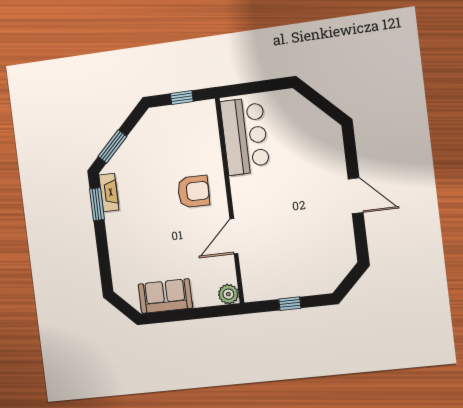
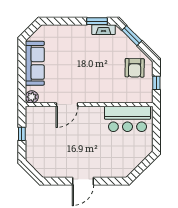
armchair: (193, 191) -> (135, 68), moved
door: (234, 236) -> (67, 105), swing flipped
sofa: (165, 296) -> (35, 63), width x1.36

